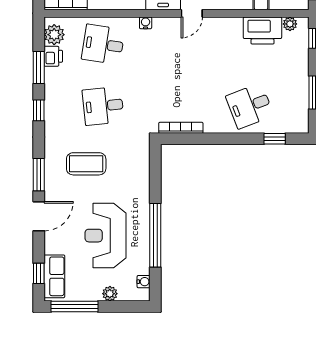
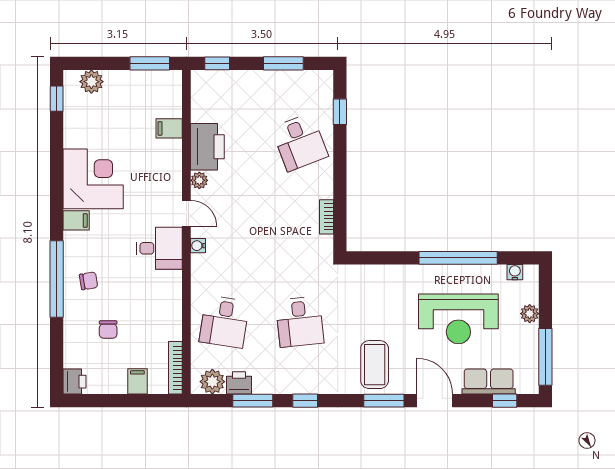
water cooler: (146, 23) -> (198, 246), moved
plant: (290, 24) -> (199, 180), moved
printer: (262, 31) -> (207, 147), moved
bookcase: (181, 128) -> (326, 217), width x0.64
coffee table: (86, 164) -> (375, 365), moved
row of seats: (54, 276) -> (489, 382), moved

